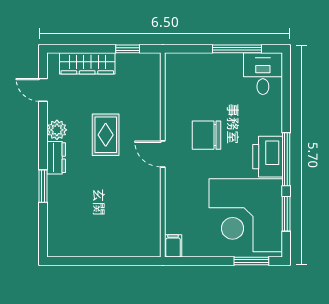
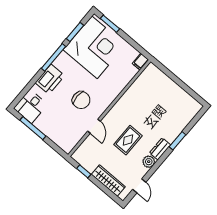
door: (163, 154) -> (94, 126), moved
printer: (268, 157) -> (50, 79), moved

